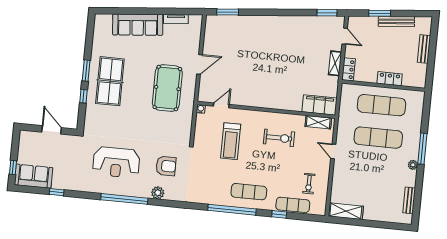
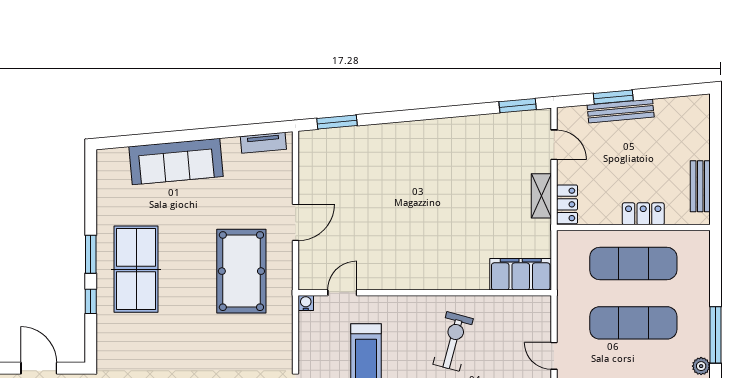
tv unit: (176, 19) -> (263, 143), moved
bench: (396, 21) -> (621, 111), moved
bench: (424, 49) -> (700, 186), moved
shelving: (318, 122) -> (522, 306), removed
exercise bike: (279, 138) -> (453, 341), turned -75

